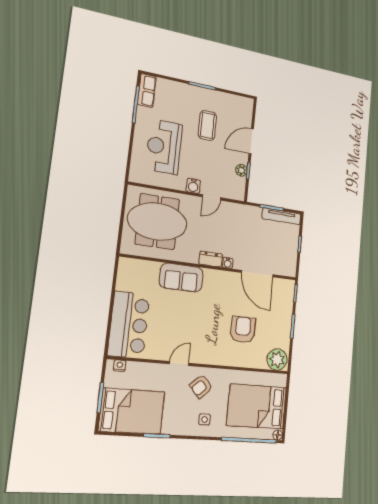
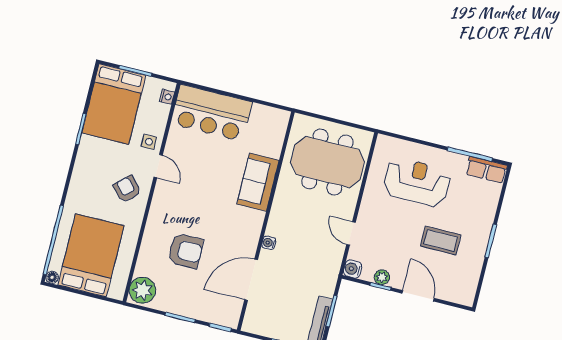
water cooler: (193, 186) -> (353, 269), moved
meeting table: (157, 222) -> (327, 162), turned 90
dresser: (211, 259) -> (276, 222), removed
side table: (205, 419) -> (149, 142), moved

